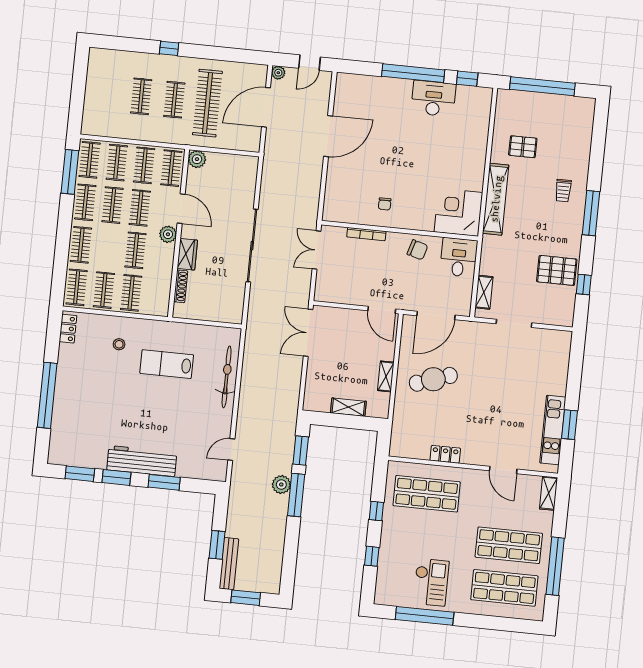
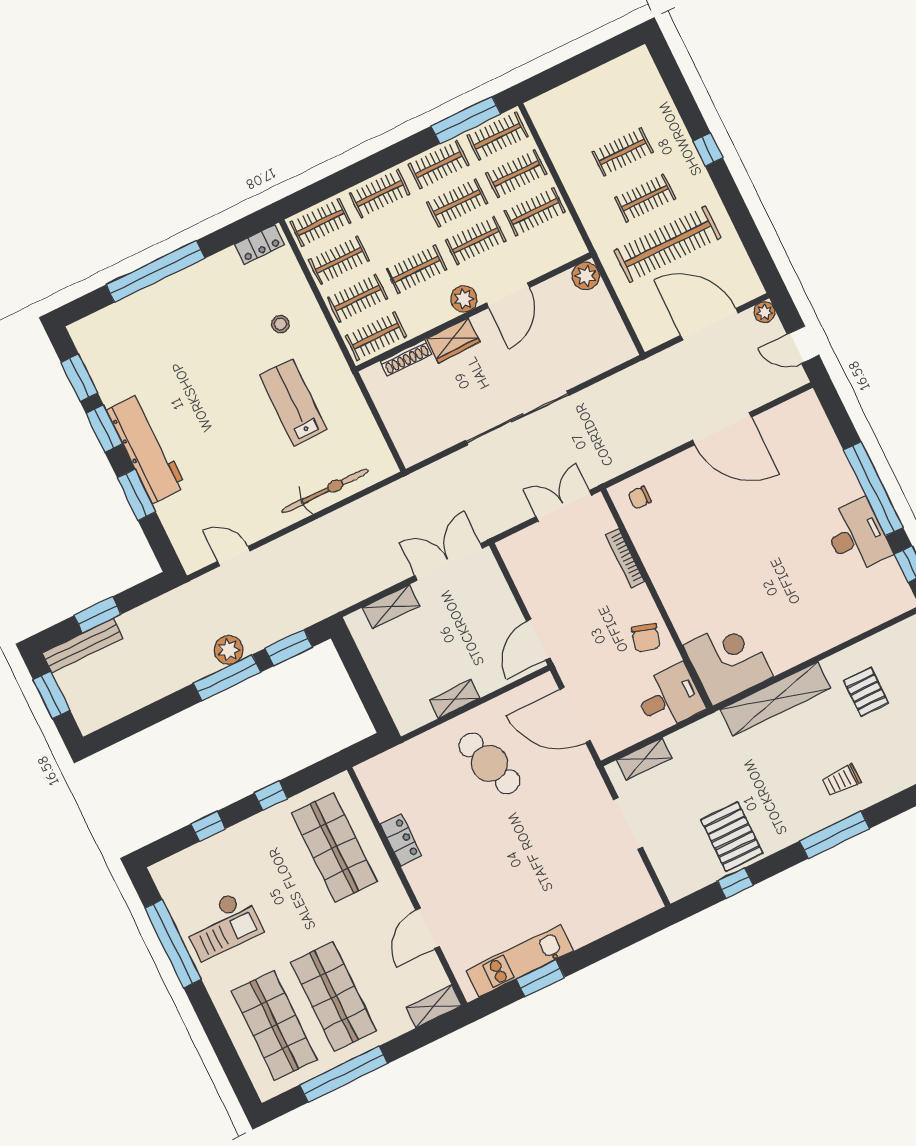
clothes rail: (171, 168) -> (376, 336), moved
chair: (385, 204) -> (640, 498), moved
shelving: (348, 407) -> (391, 607), moved, turned 90

